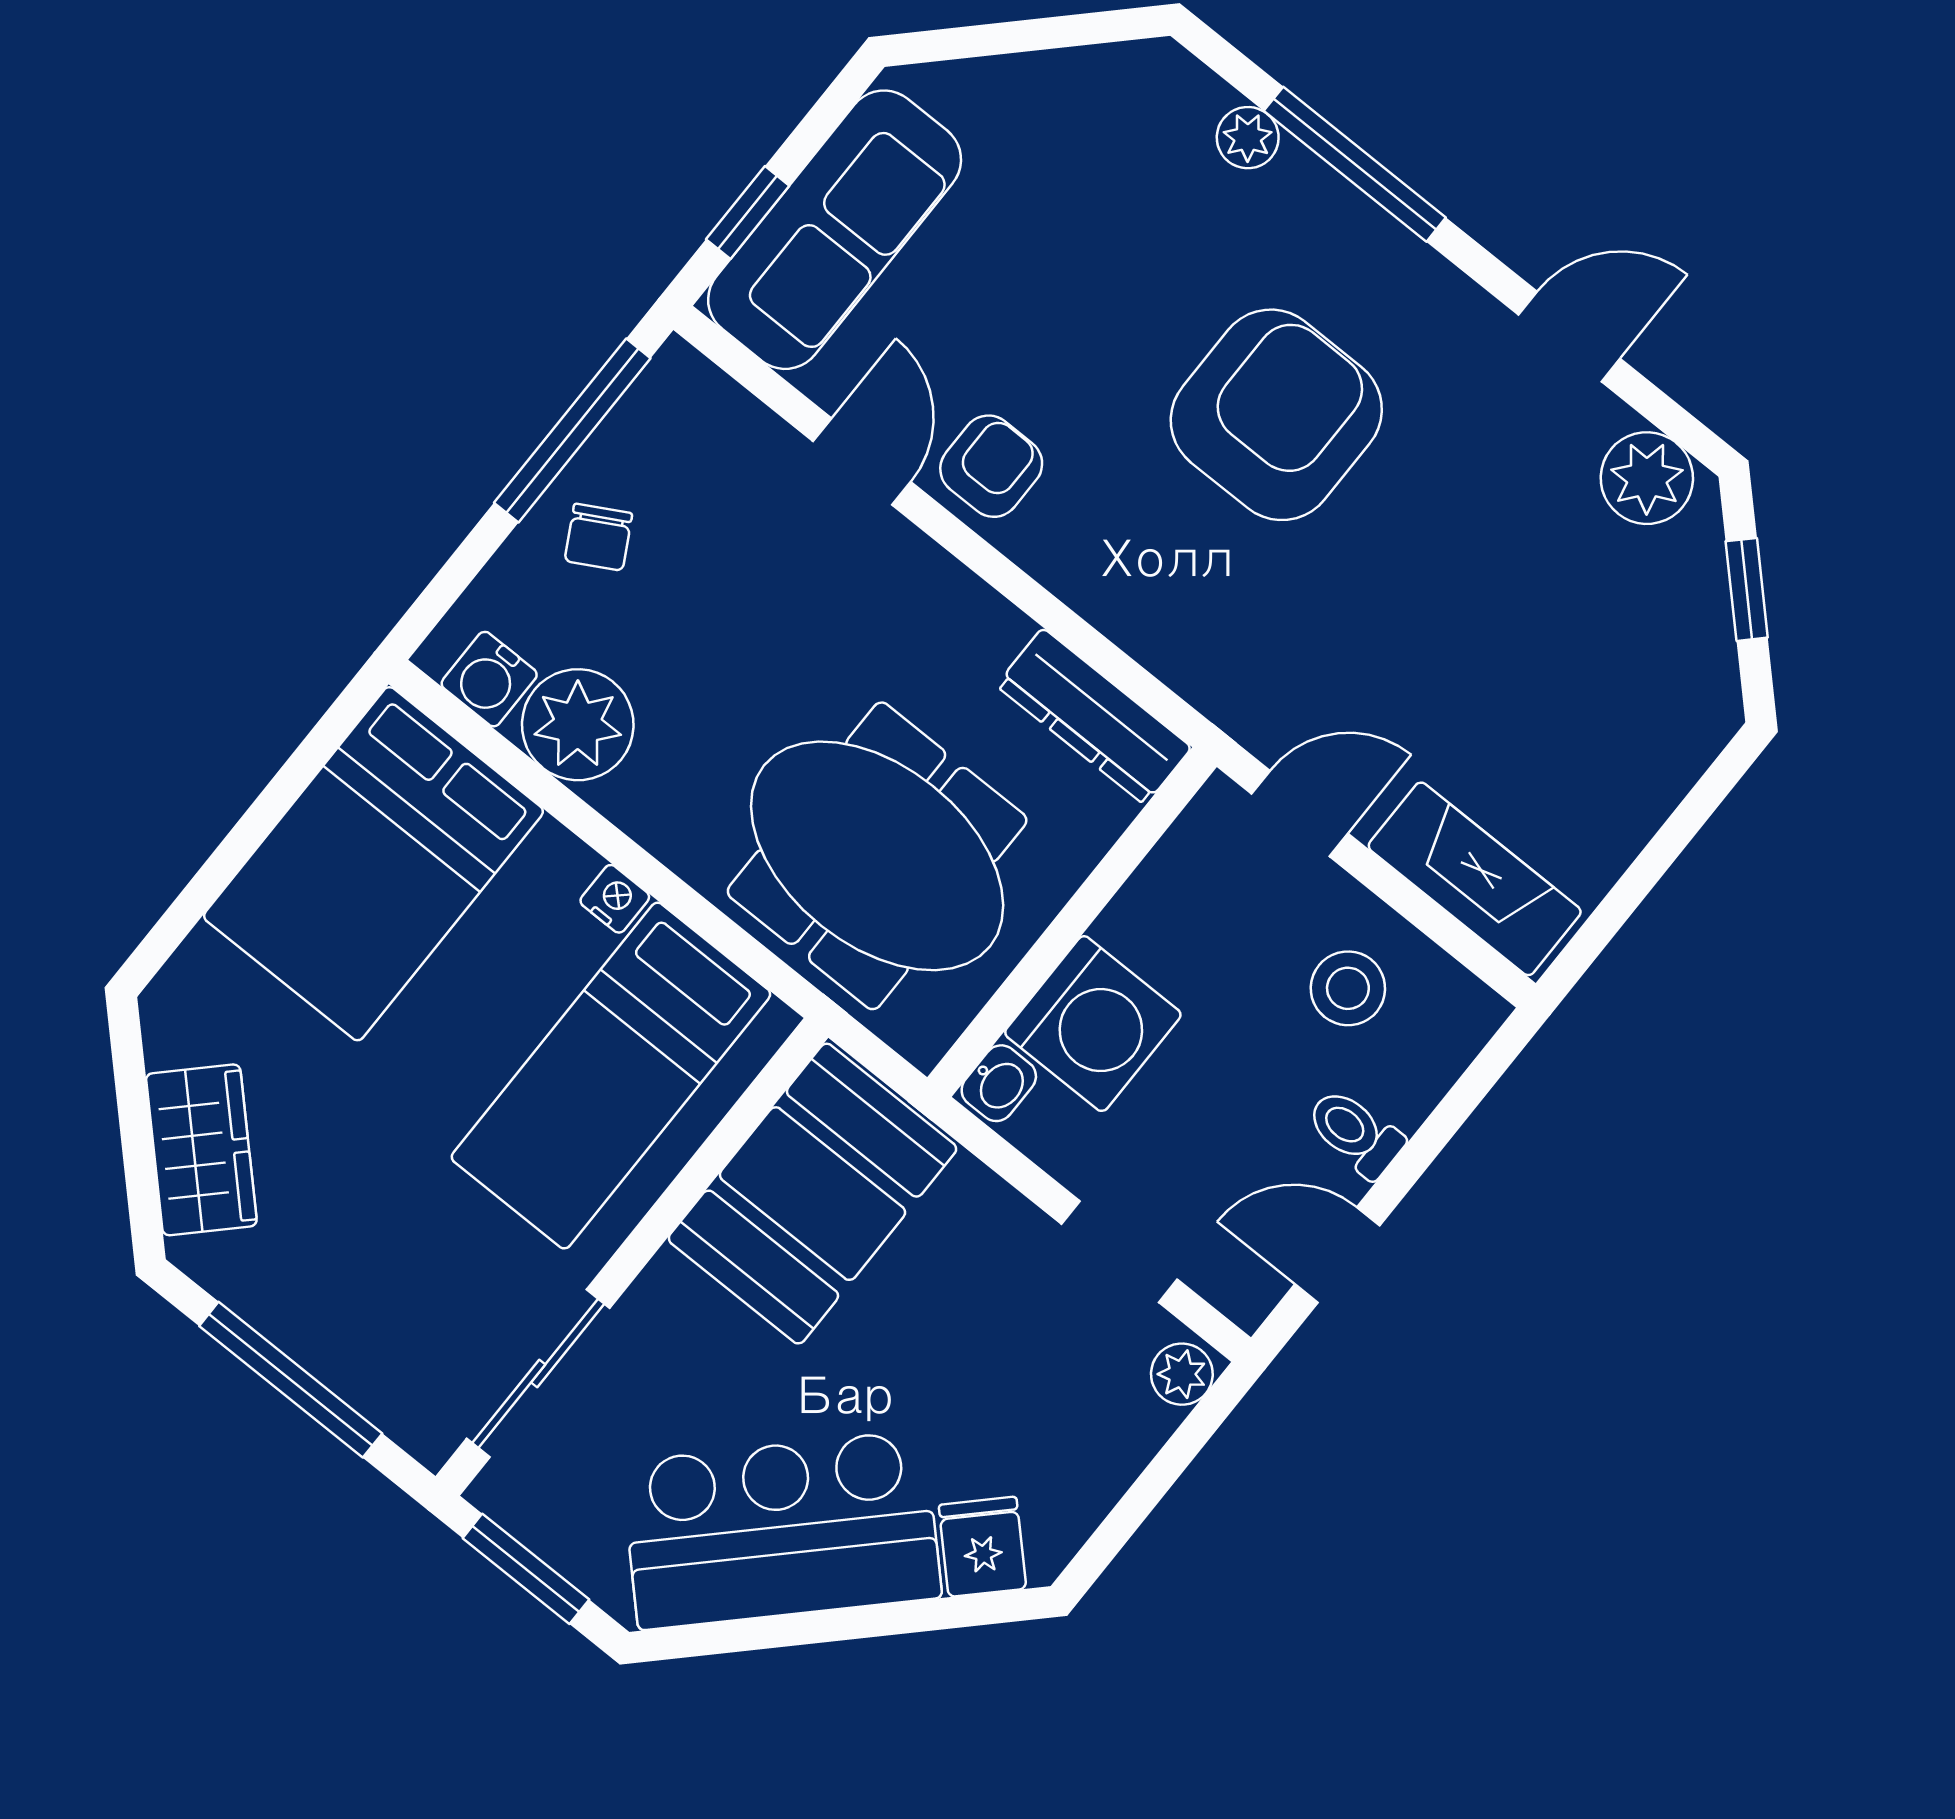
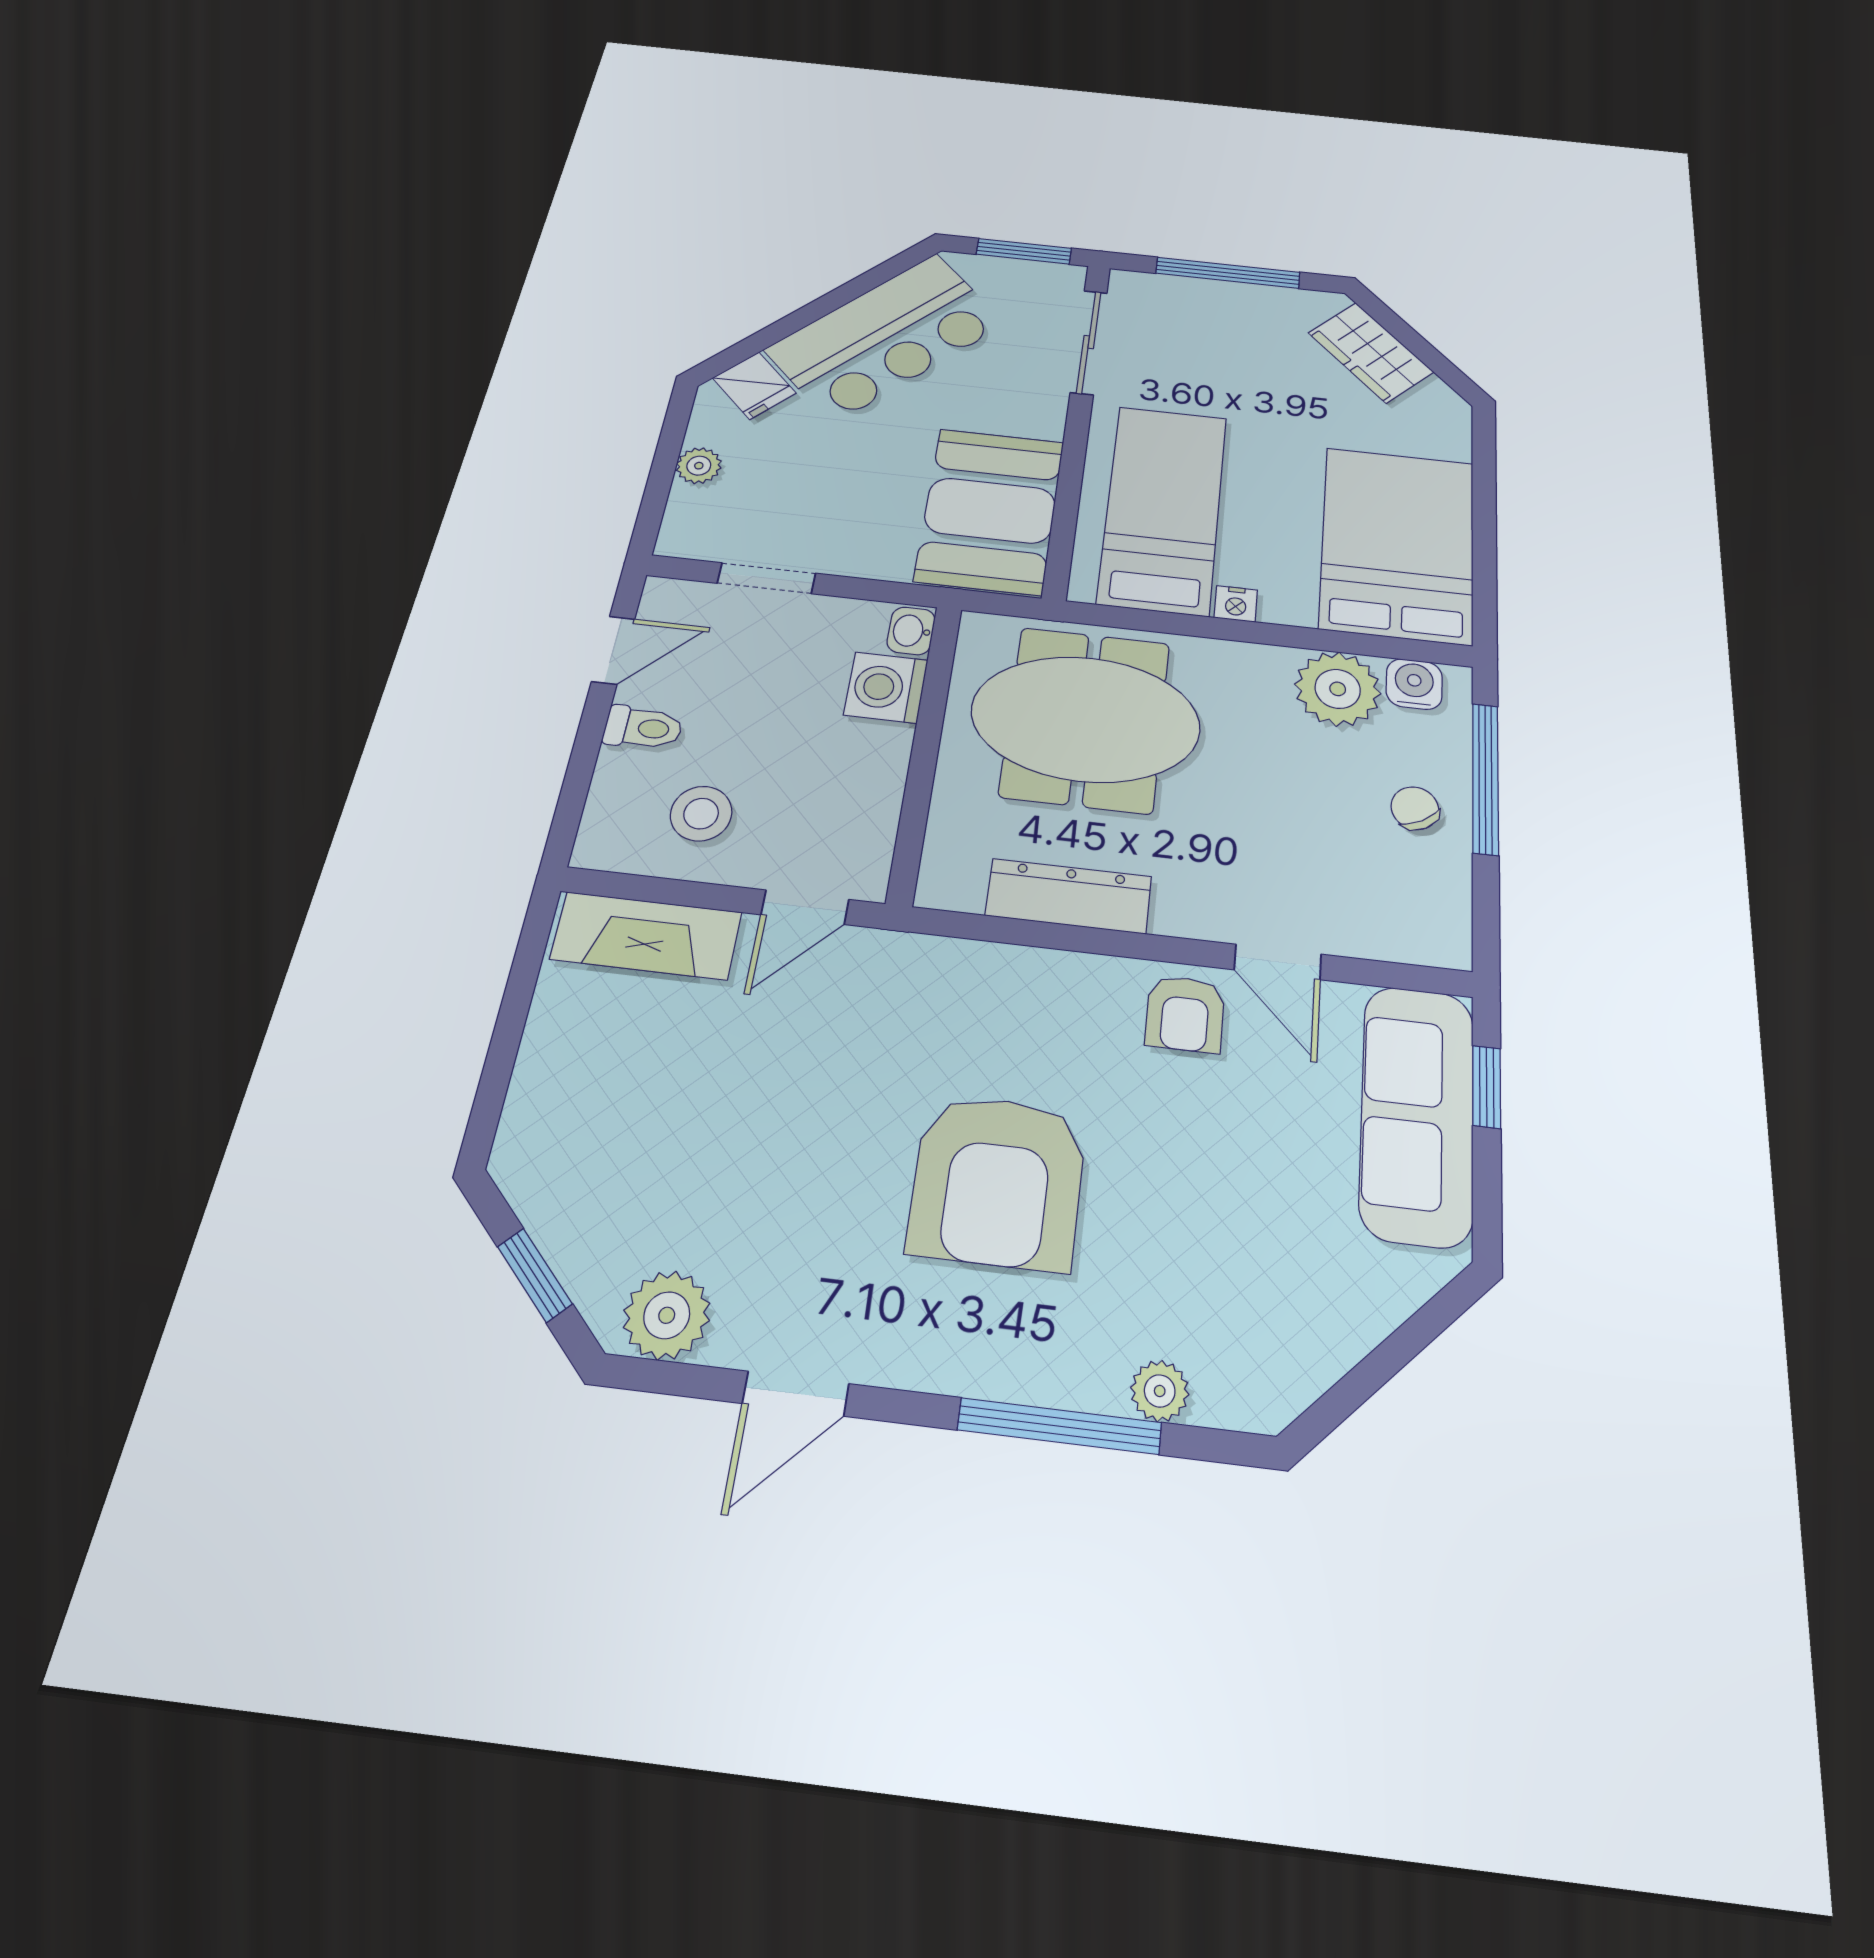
window: (572, 431) -> (1485, 778), moved
dresser: (1094, 716) -> (1069, 896), moved
washing machine: (1093, 1024) -> (886, 687), width x0.73, depth x0.73
plant: (1182, 1374) -> (699, 466), moved

